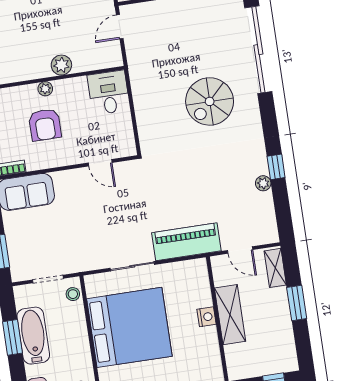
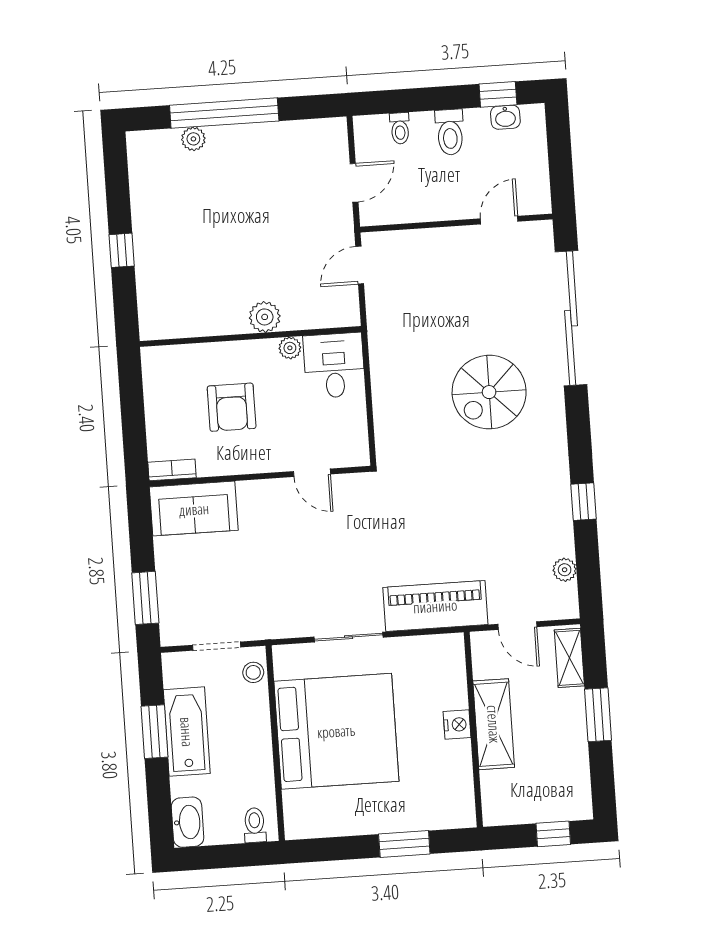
plant: (45, 89) -> (290, 348), moved
plant: (263, 183) -> (565, 570), moved

